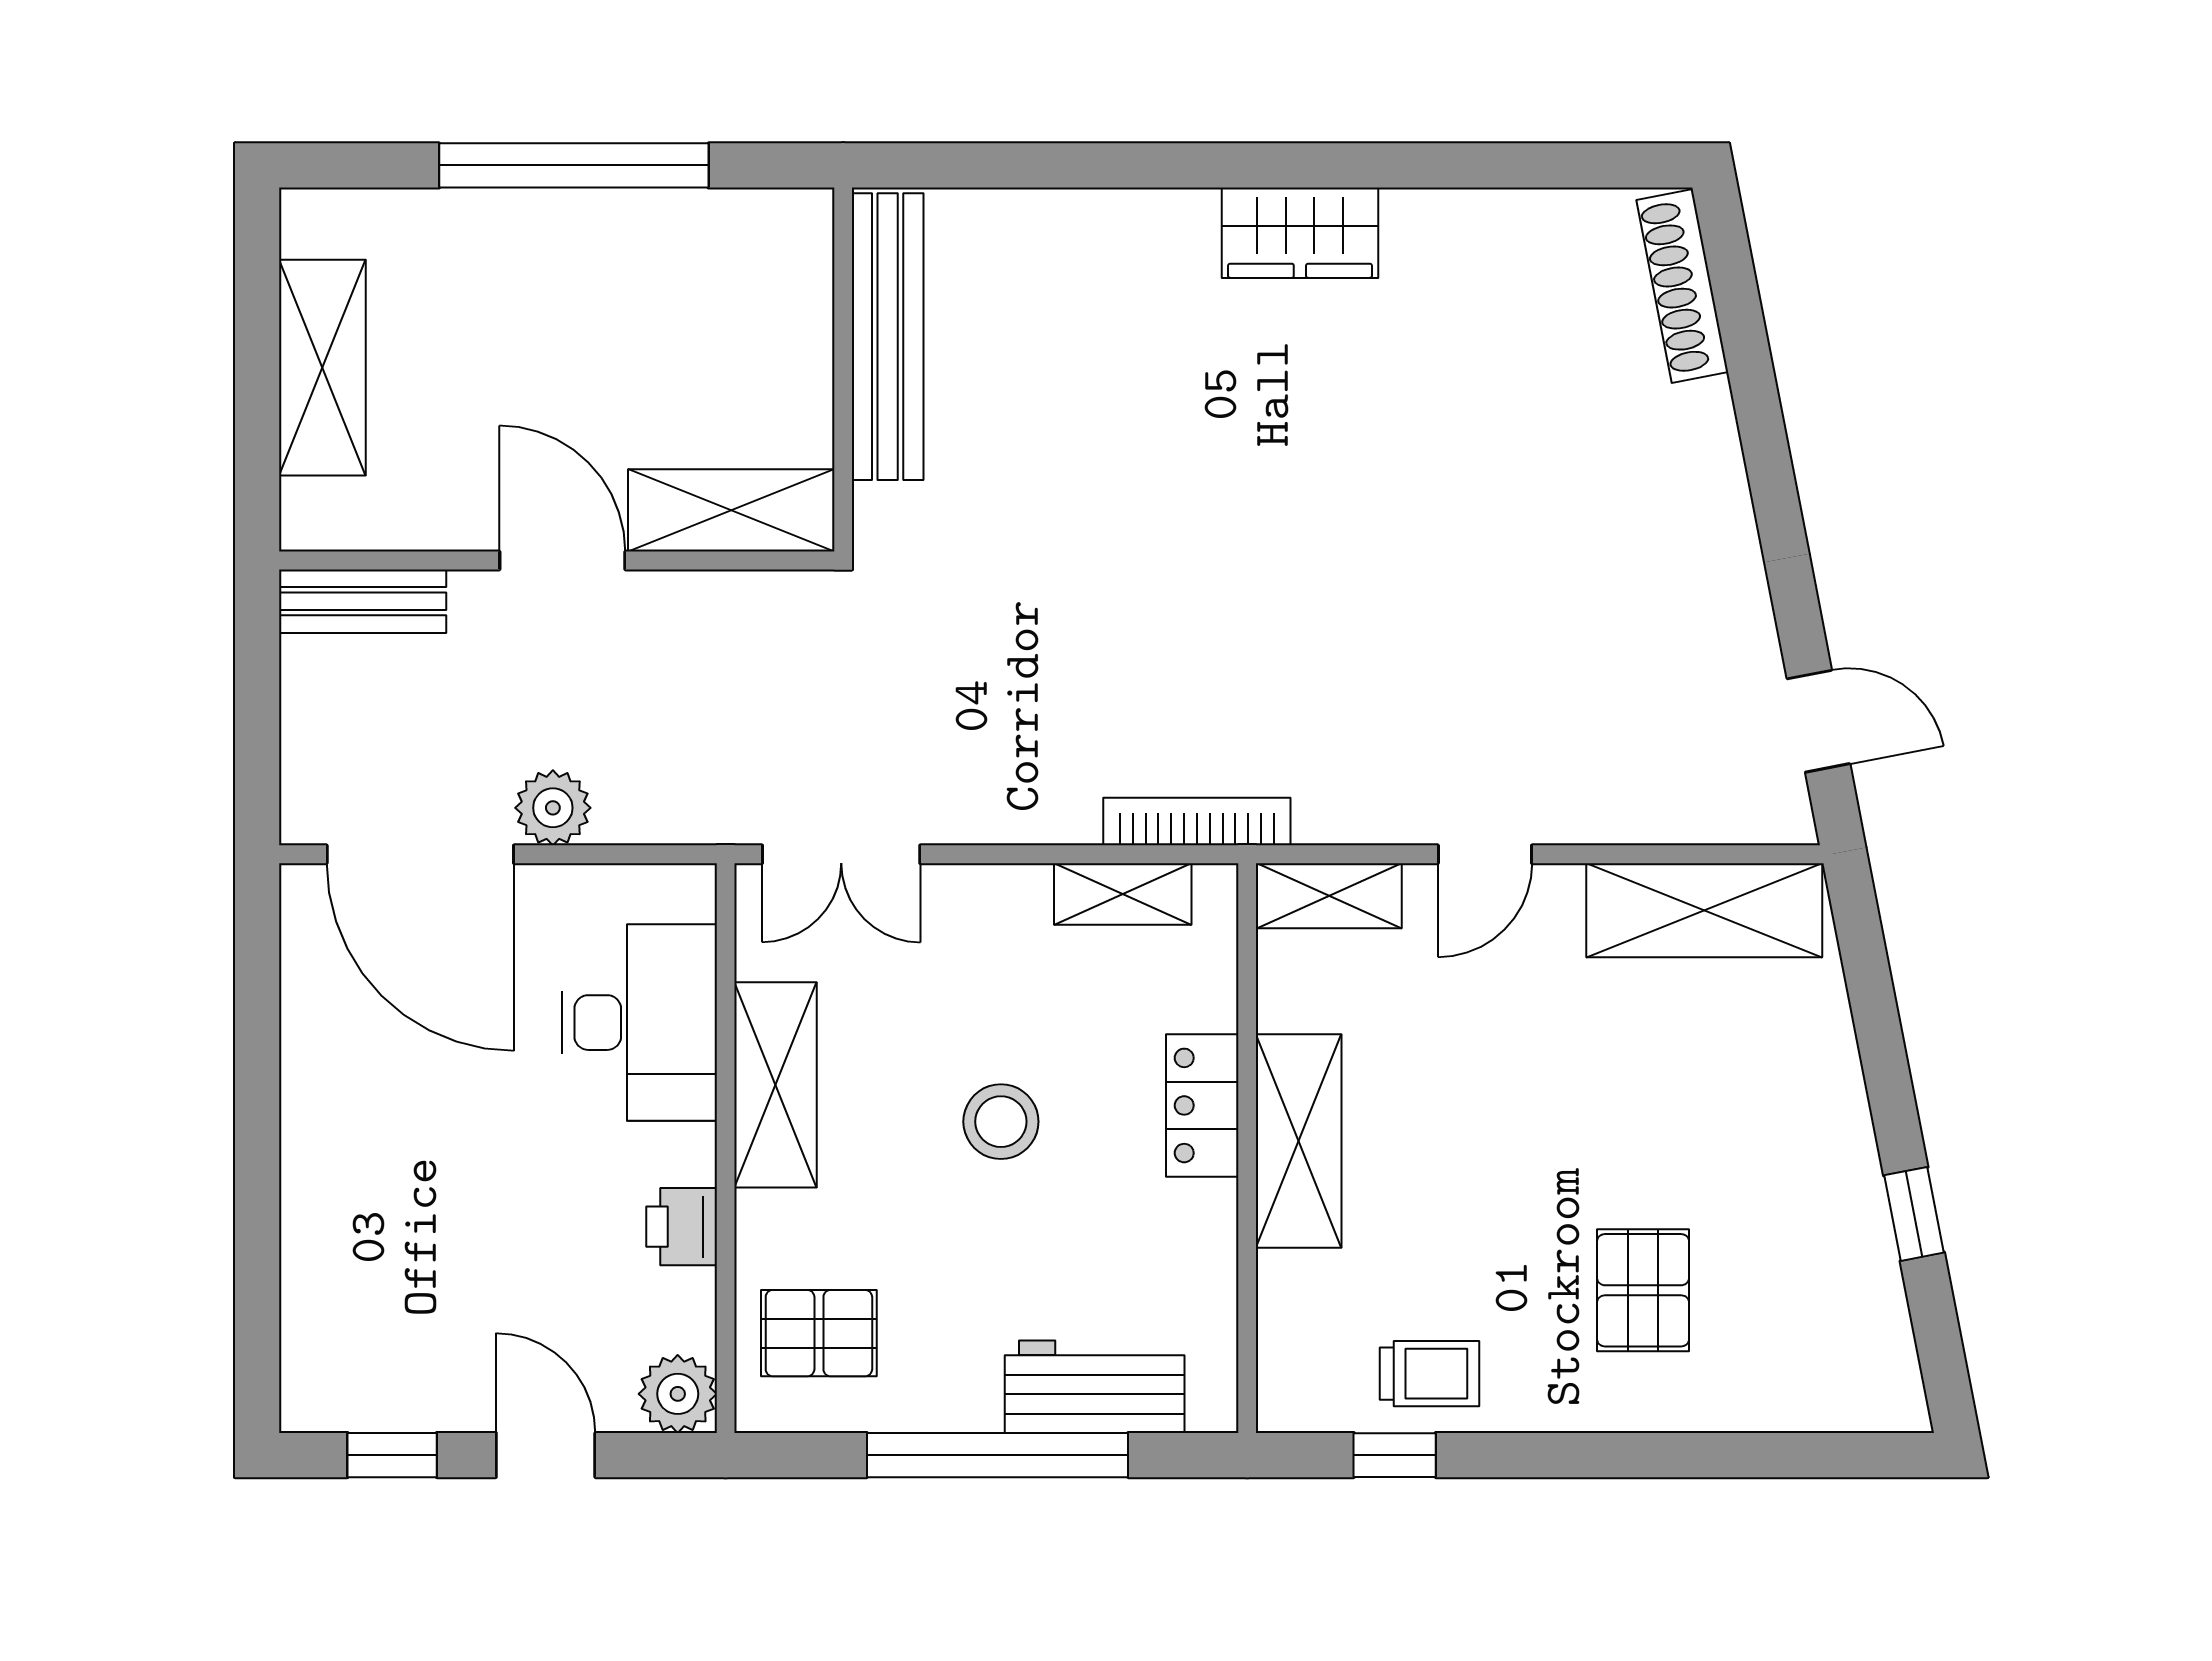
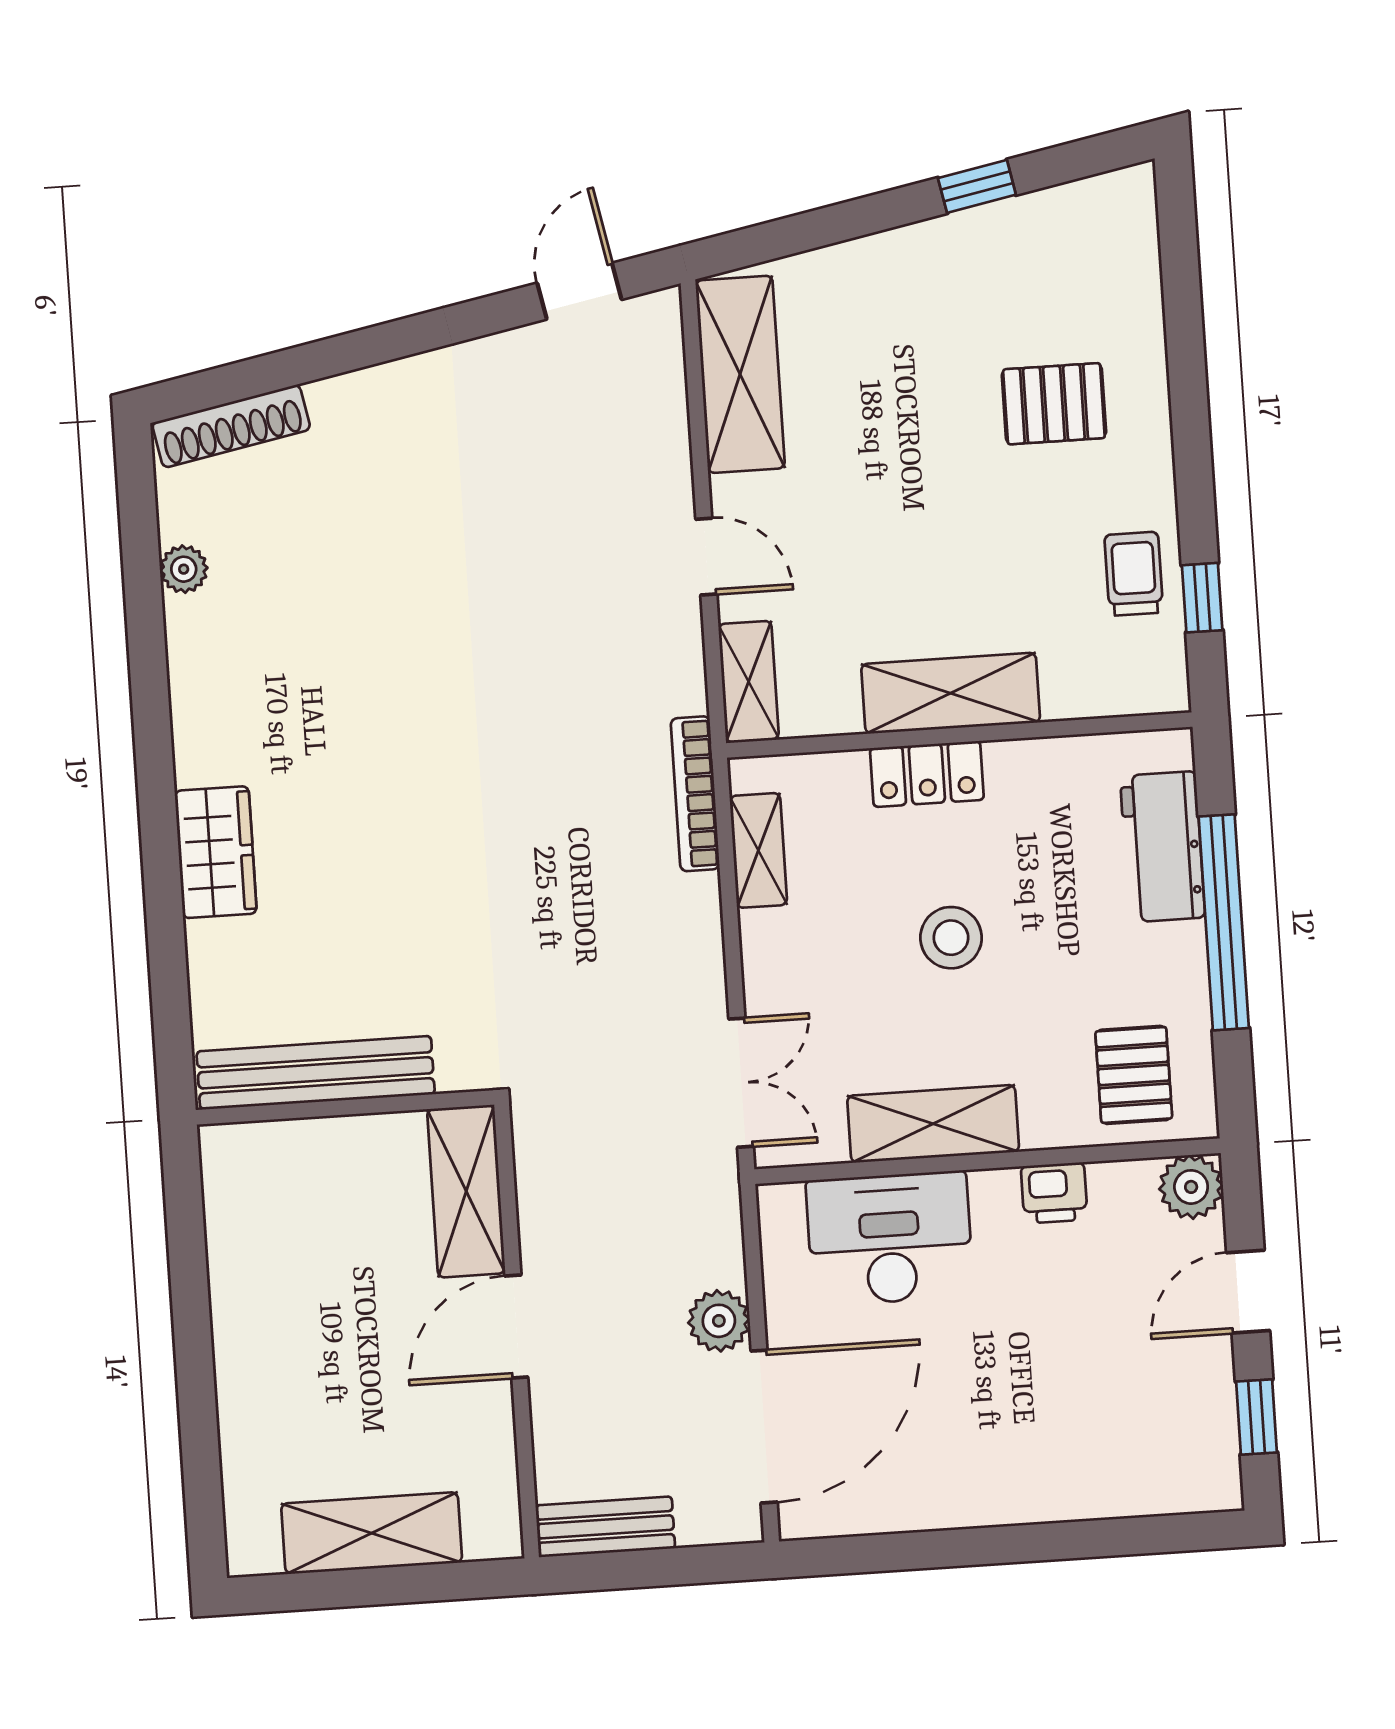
window: (574, 165) -> (193, 1339), removed
plant: (1512, 217) -> (184, 569), added
wardrobe: (1300, 233) -> (216, 852), moved
bench: (363, 601) -> (605, 1527), moved, turned 90

